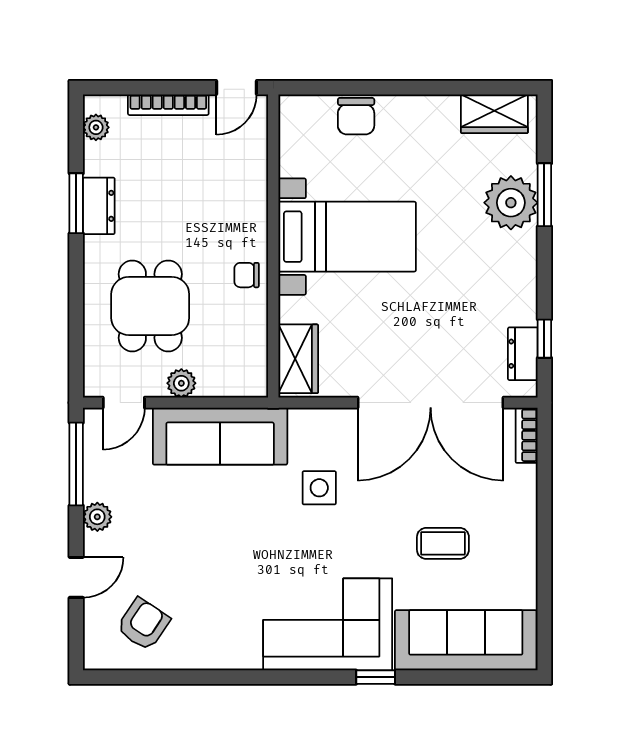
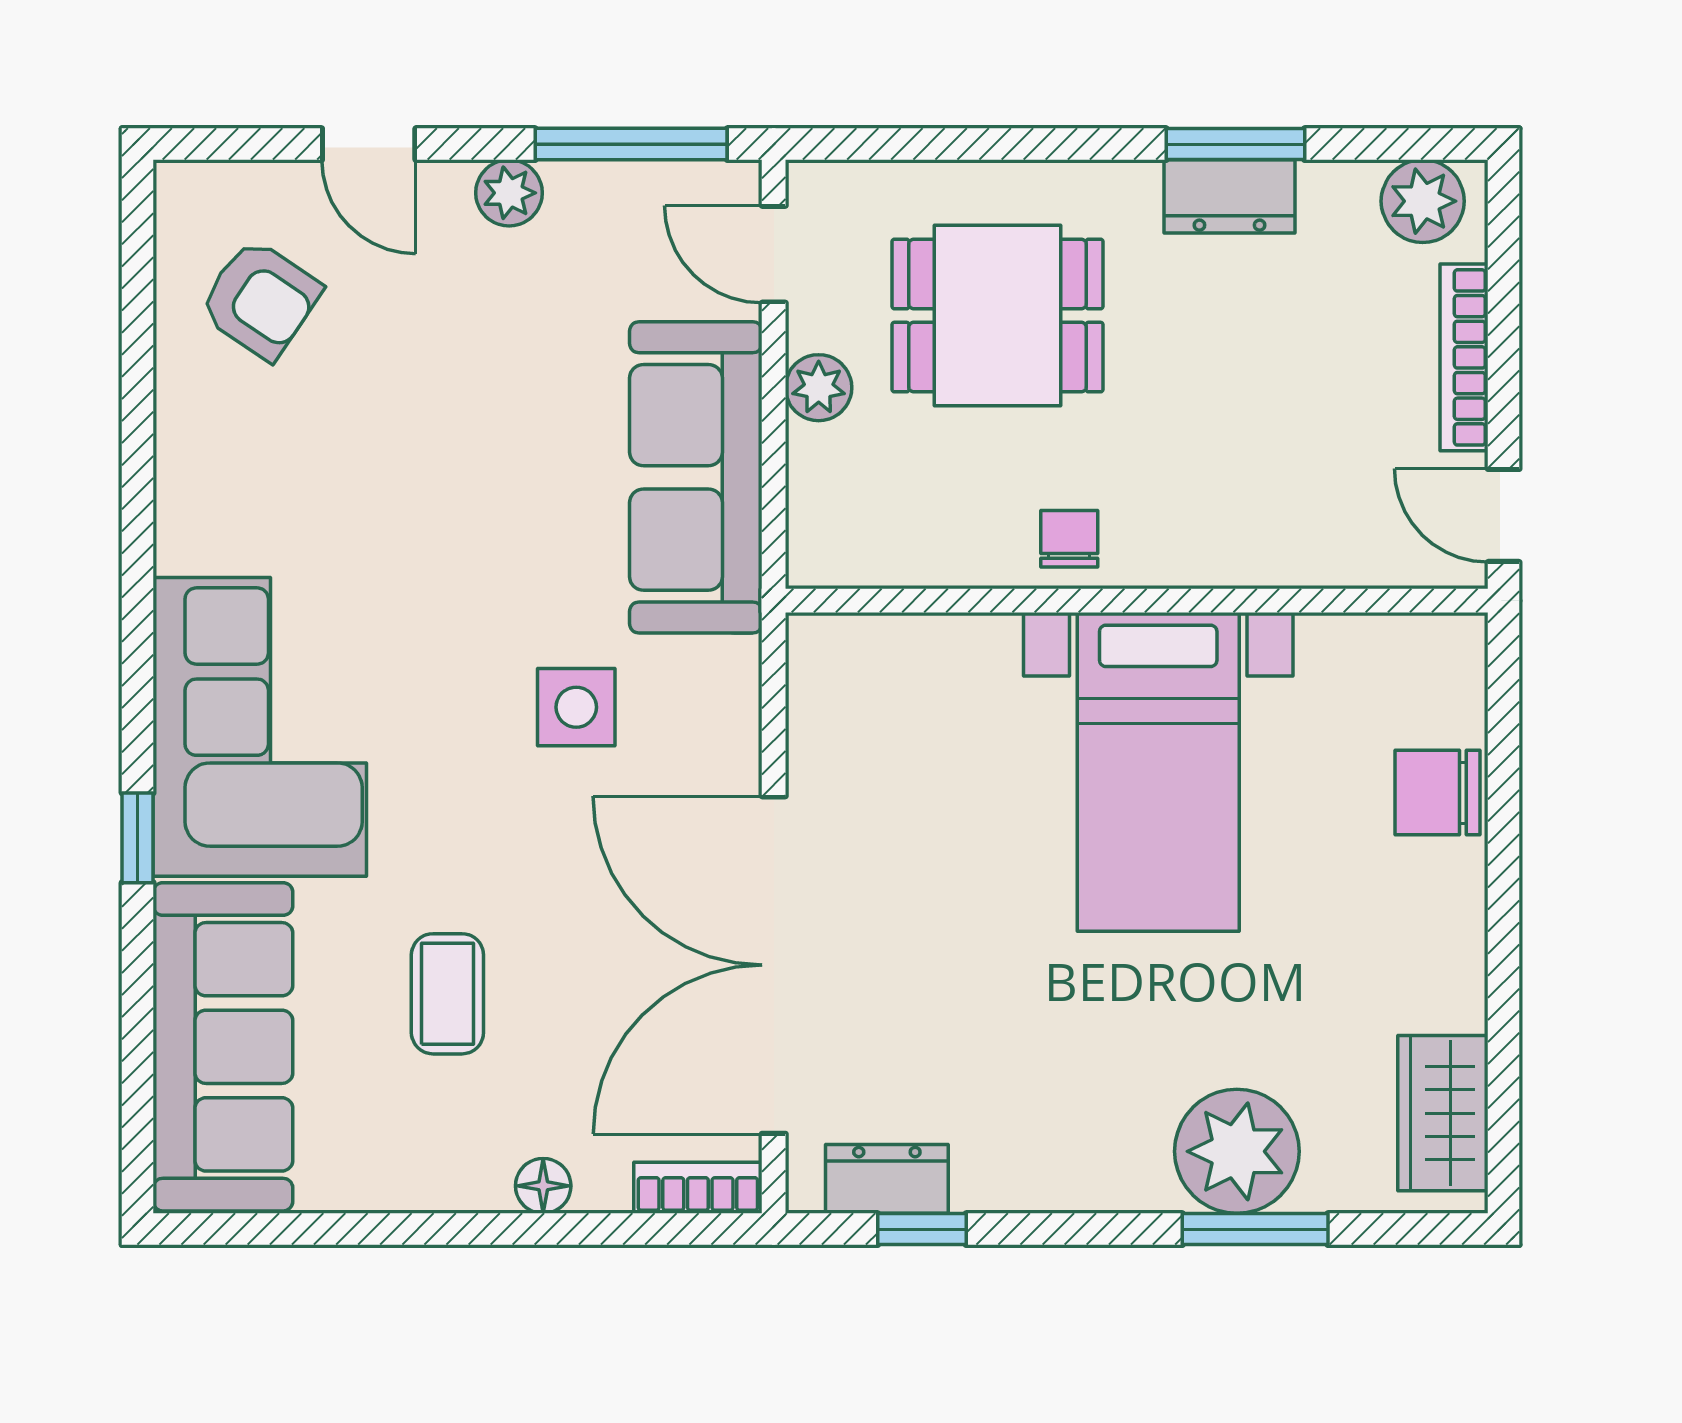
plant: (96, 127) -> (1423, 201), width x1.38, depth x1.38
wardrobe: (298, 359) -> (875, 659), removed
floor lamp: (526, 502) -> (543, 1186), added

